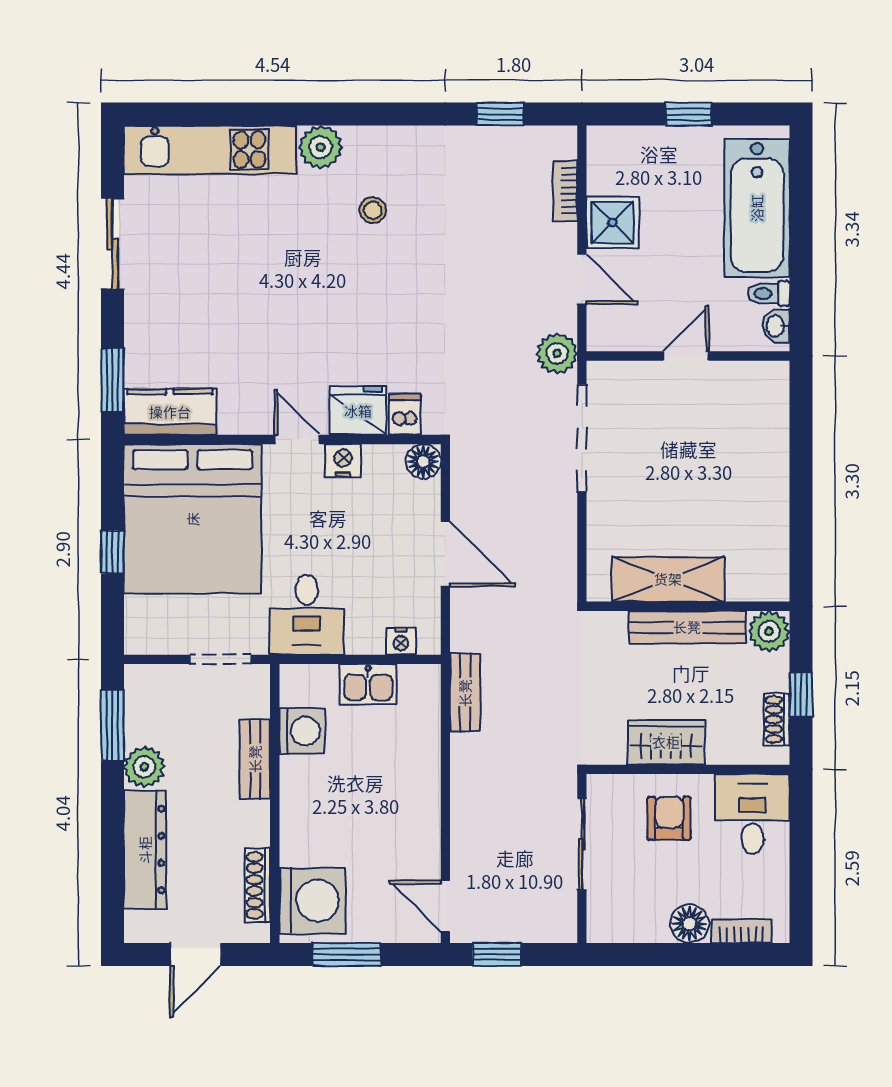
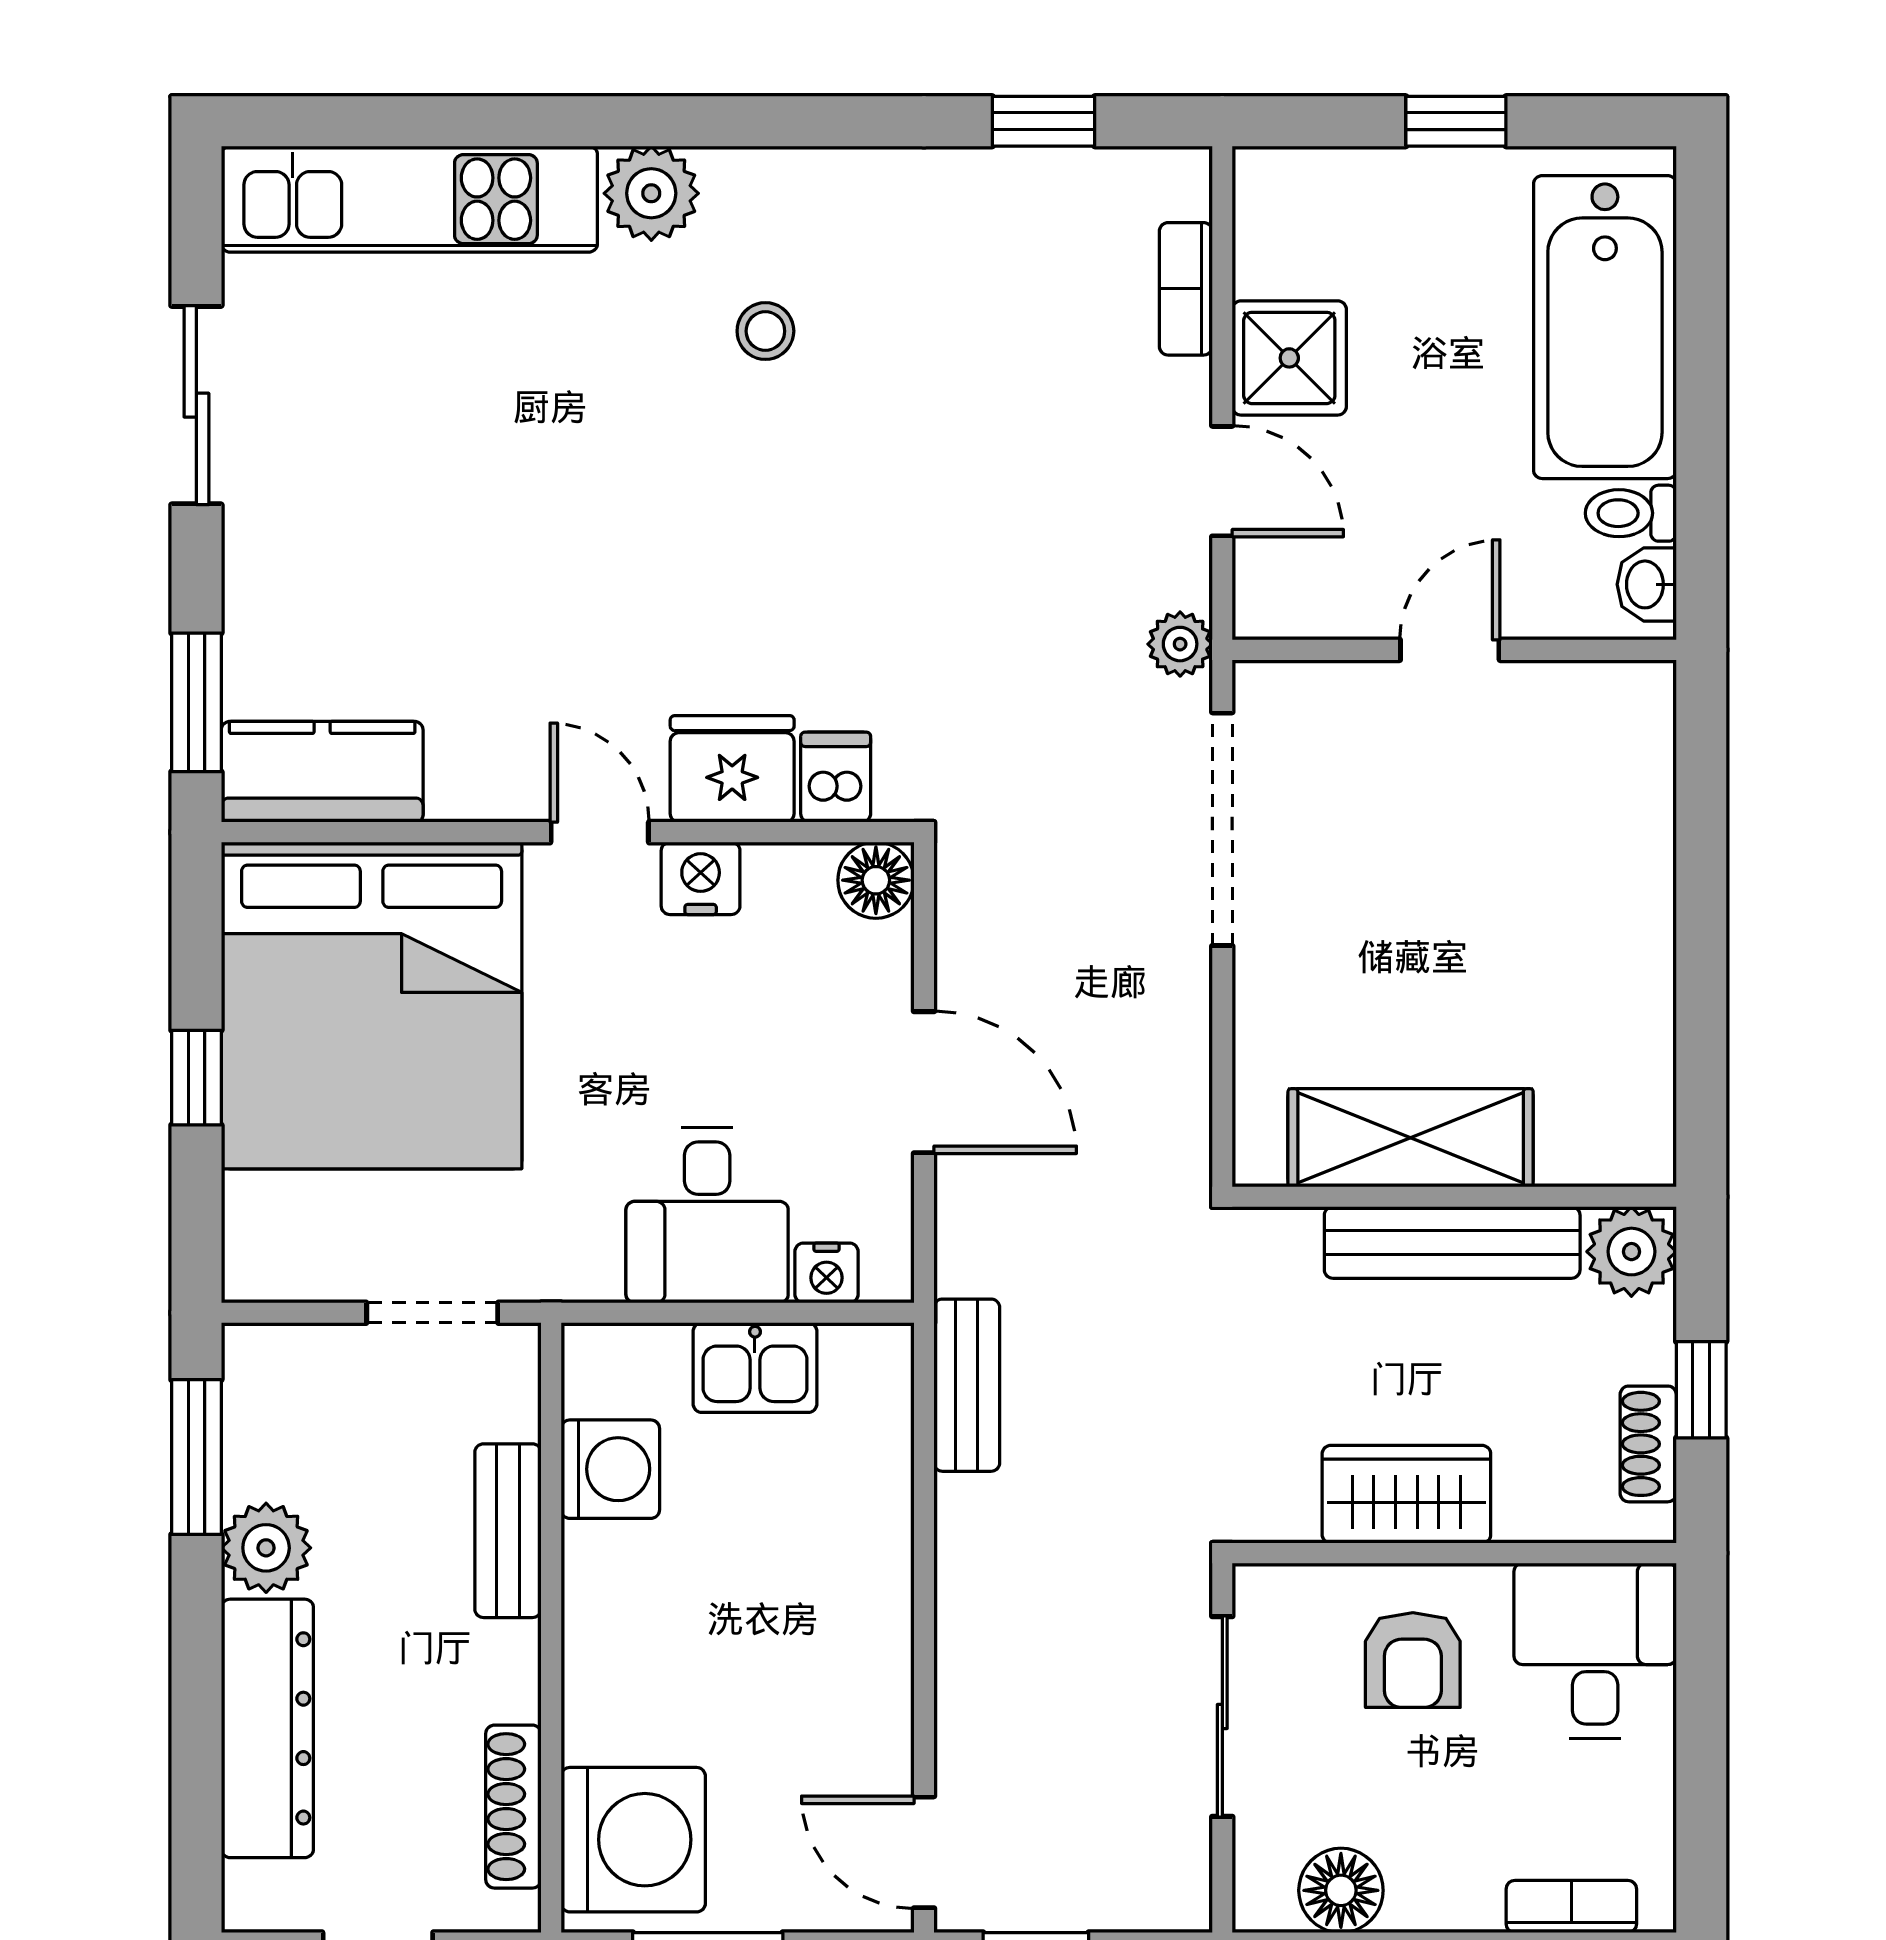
plant: (557, 353) -> (1180, 644), width x0.73, depth x0.73
desk: (307, 615) -> (707, 1215), moved
armchair: (669, 818) -> (1413, 1660), turned 180
floor lamp: (689, 924) -> (1341, 1890), moved

